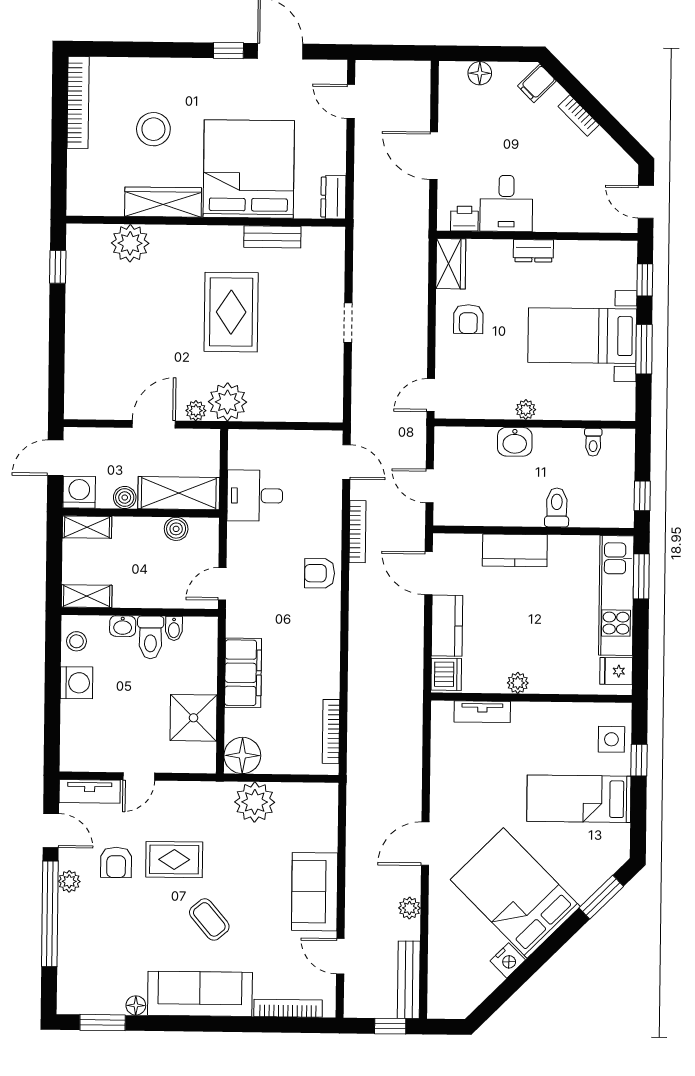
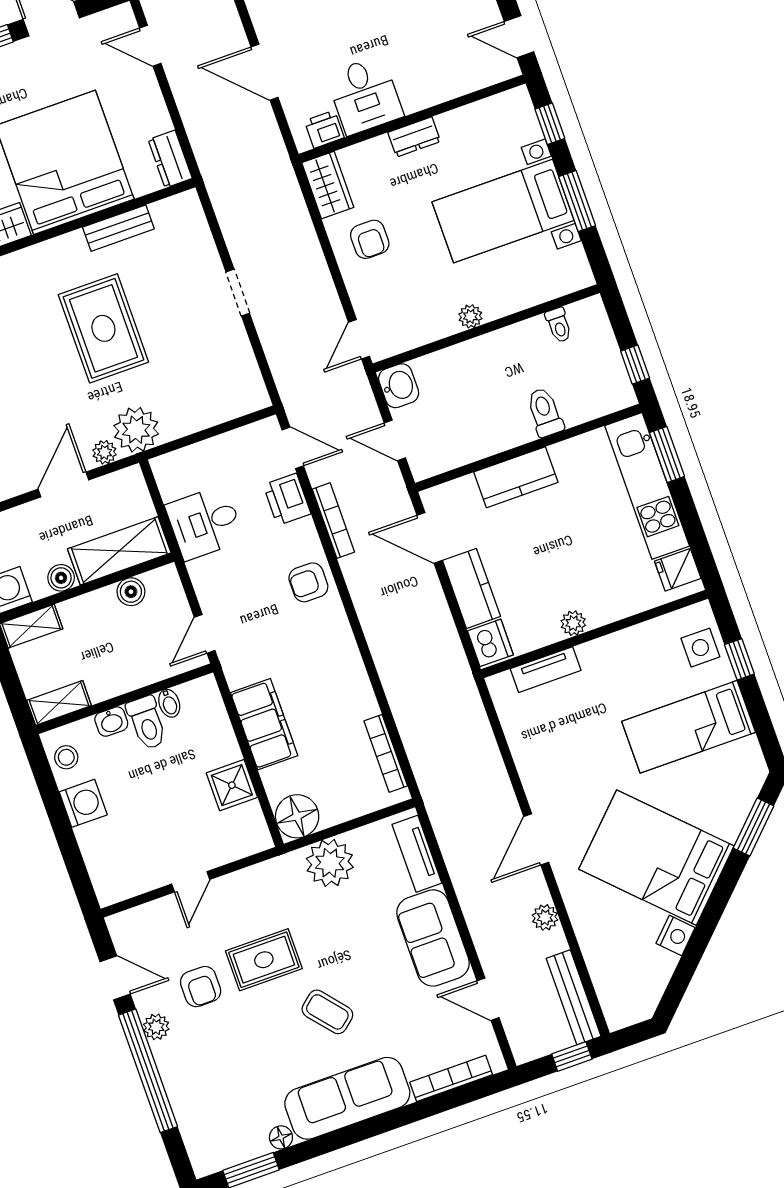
washbasin: (515, 442) -> (399, 386), moved, turned -90
printer: (327, 501) -> (287, 499), added
shower: (193, 718) -> (232, 785), width x0.73, depth x0.73
tv unit: (90, 791) -> (417, 854), moved, turned 90

